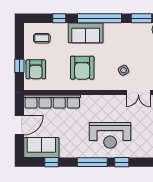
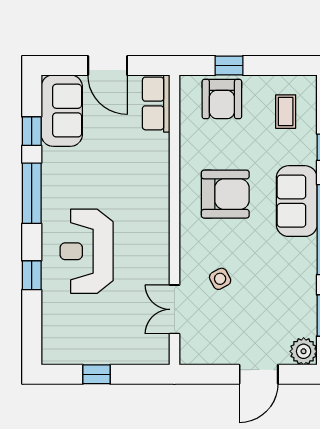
armchair: (82, 68) -> (225, 194), turned 180
armchair: (36, 69) -> (222, 99), turned -90
row of seats: (52, 101) -> (156, 103), width x0.50
window: (92, 162) -> (32, 193), moved

